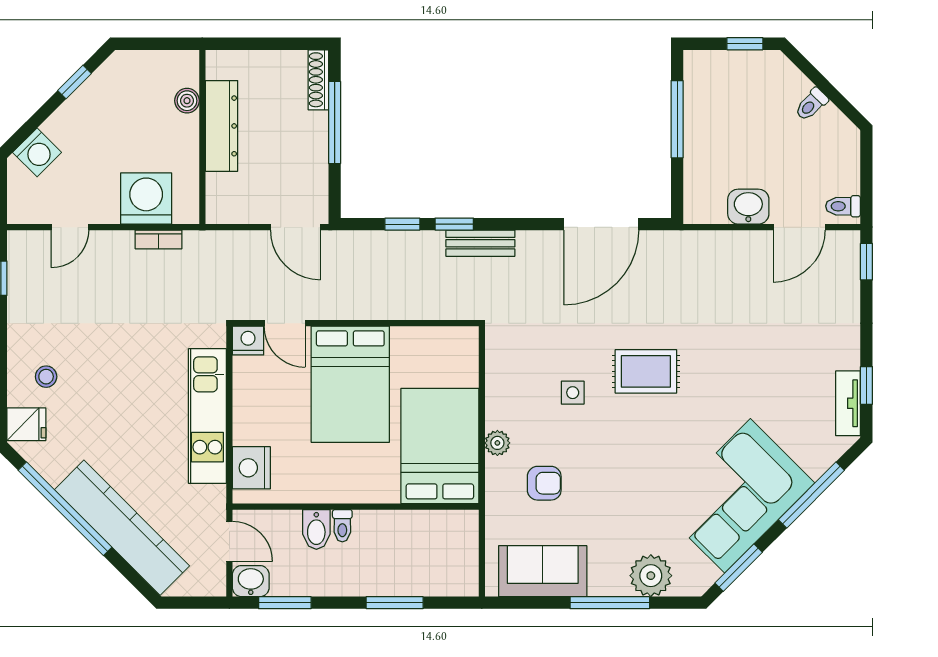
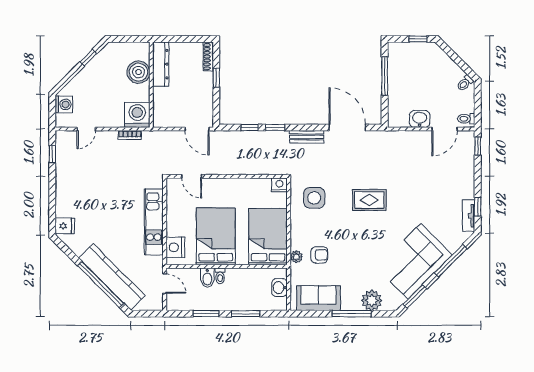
boiler: (187, 101) -> (138, 72), width x1.86, depth x1.86
toilet: (811, 104) -> (465, 83), moved
window: (335, 123) -> (216, 78), width x0.46
dresser: (222, 126) -> (161, 64), moved
washing machine: (37, 152) -> (64, 104), moved, turned -45
washing machine: (146, 198) -> (137, 115), moved
door: (601, 224) -> (347, 128), swing flipped
bench: (480, 243) -> (307, 137), moved
nightstand: (248, 341) -> (279, 185), moved
stool: (46, 377) -> (74, 203), removed
bed: (350, 384) -> (216, 236), moved, turned 180
side table: (573, 393) -> (314, 198), moved, width x1.87, depth x1.87
plant: (497, 443) -> (296, 257), moved
window: (65, 509) -> (101, 284), moved
washbasin: (251, 581) -> (279, 288), moved, turned -90
window: (285, 603) -> (206, 314), moved

